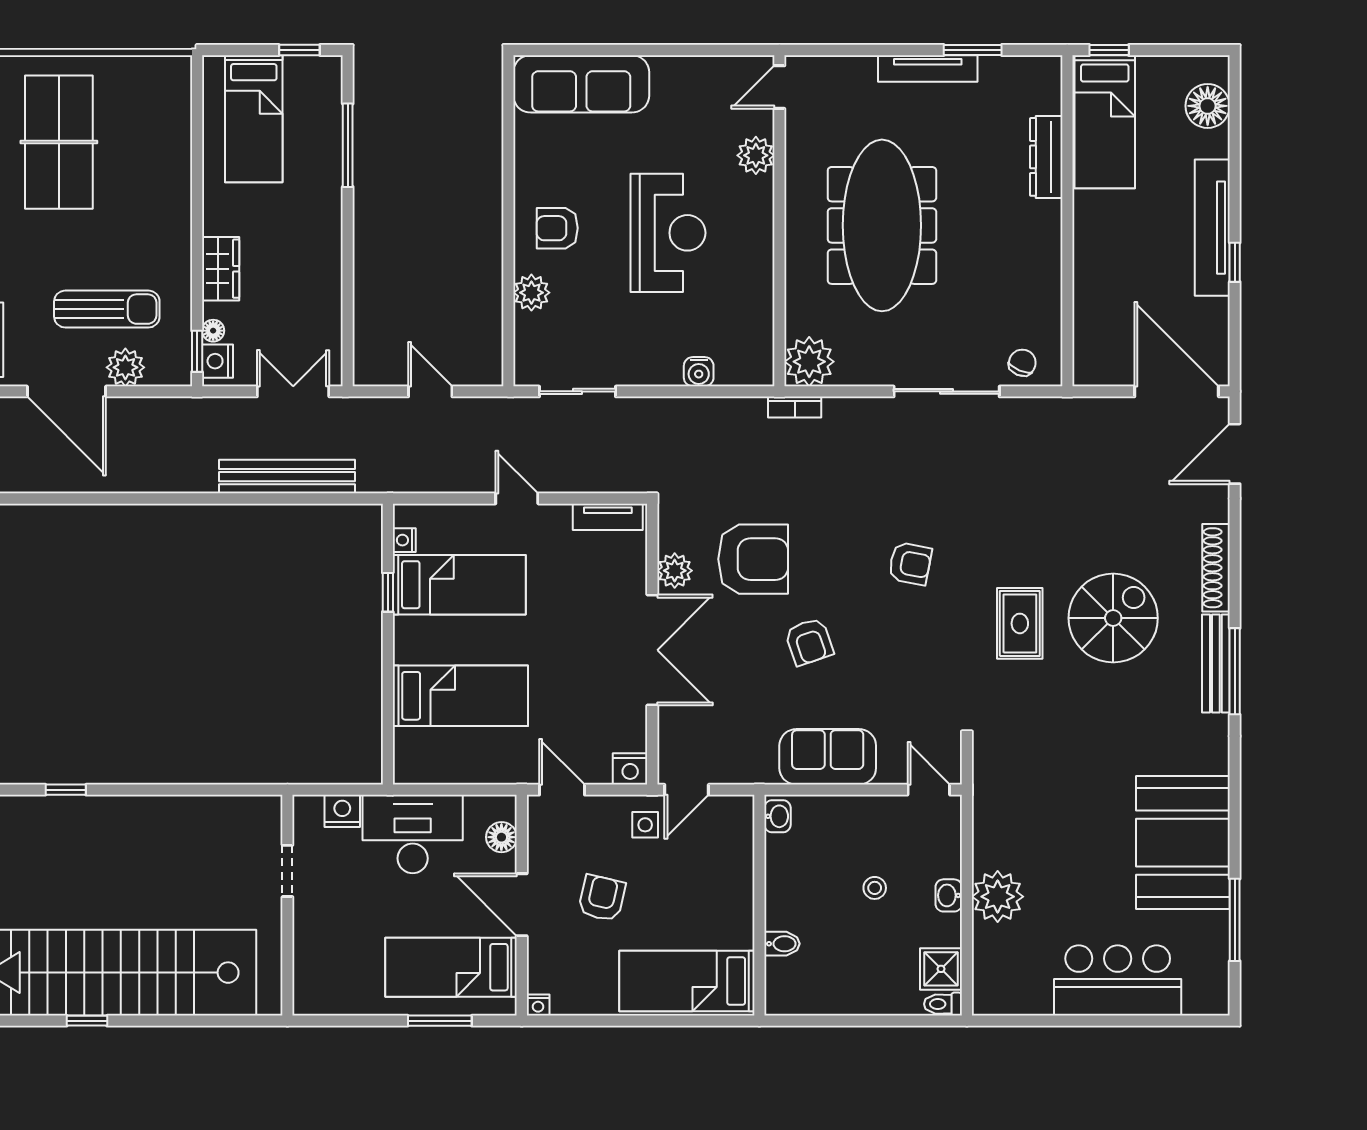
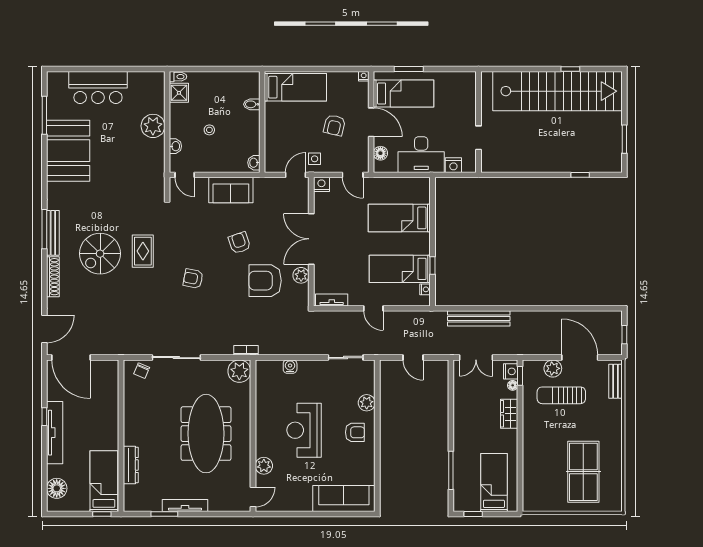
washbasin: (949, 895) -> (175, 146), moved

